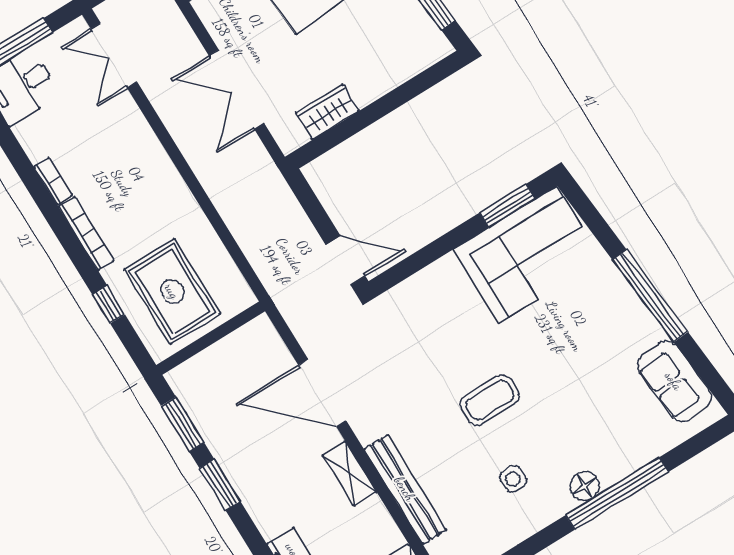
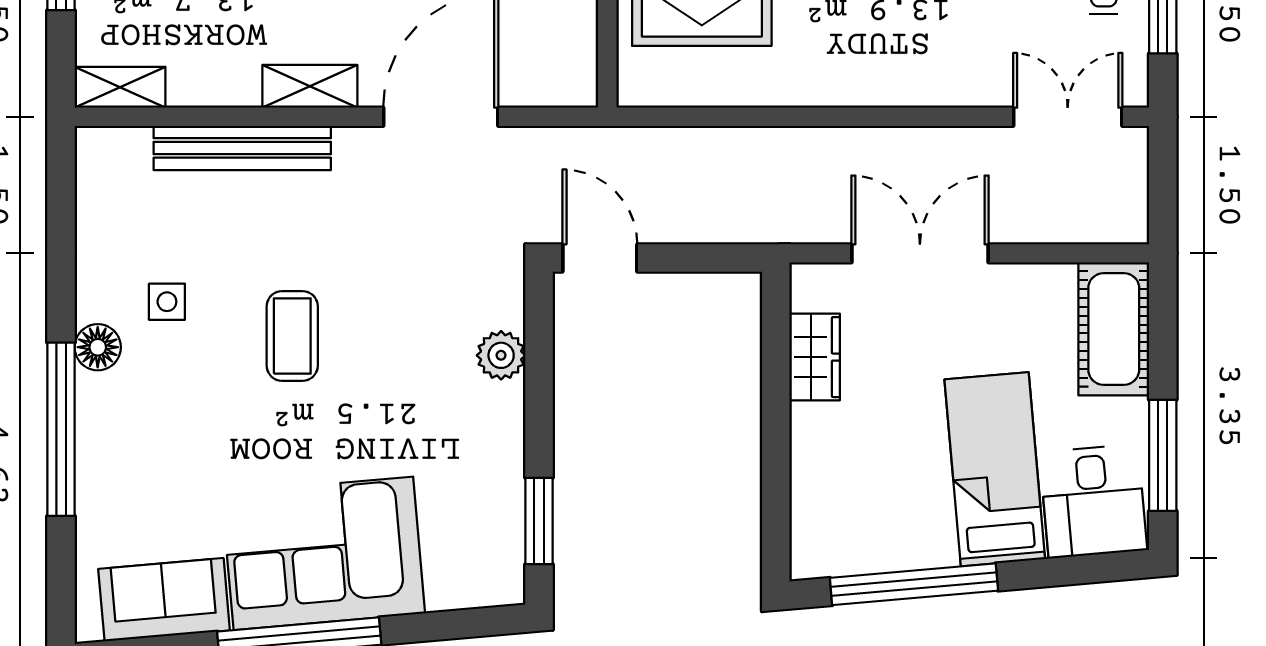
corner sofa: (528, 254) -> (323, 553), moved, turned 85
door: (346, 260) -> (600, 258), swing flipped
plant: (431, 281) -> (501, 355), added
floor lamp: (585, 486) -> (98, 347), moved

